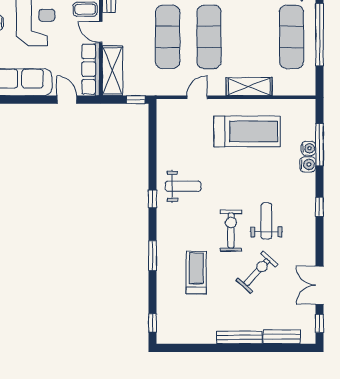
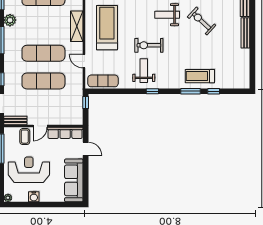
shelving: (112, 71) -> (66, 118), removed
door: (67, 100) -> (86, 149), swing flipped
exercise mat: (168, 126) -> (103, 81), added
exercise bike: (231, 230) -> (149, 45), moved
treadmill: (196, 273) -> (200, 76), moved
window: (153, 323) -> (214, 91), moved

